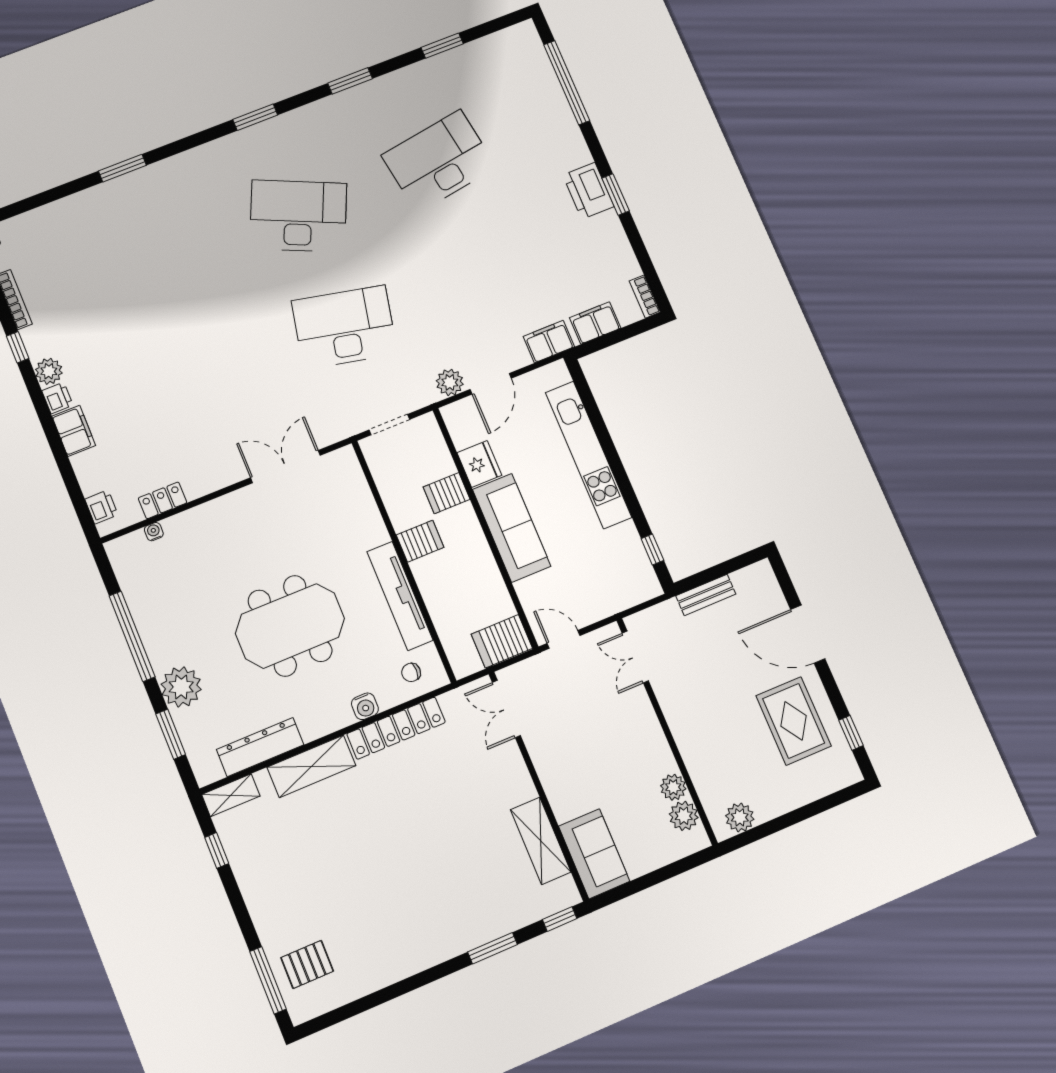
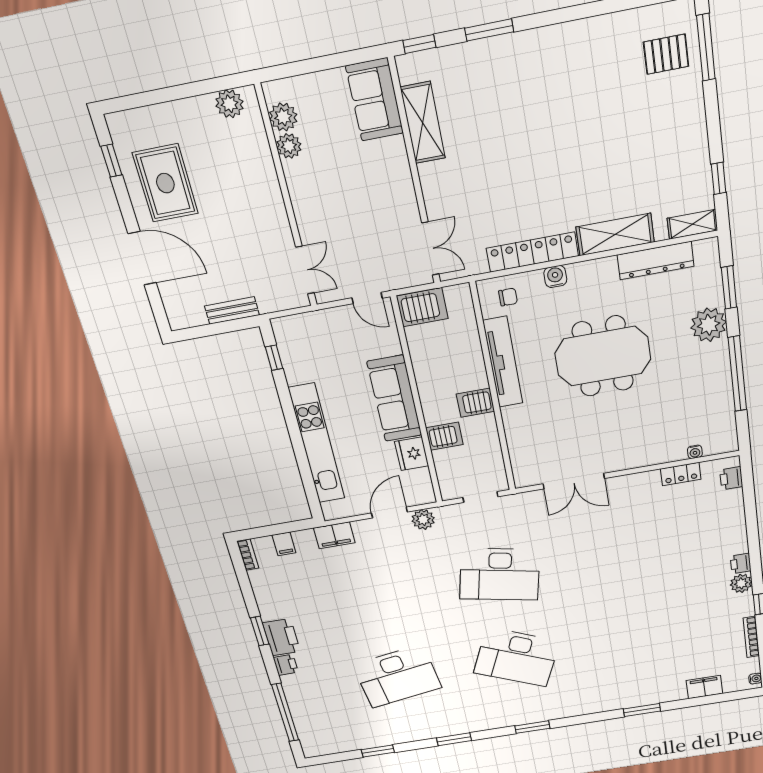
printer: (577, 152) -> (286, 665), added
filing cabinet: (595, 323) -> (284, 544), width x0.50
filing cabinet: (74, 431) -> (704, 687), moved, turned 90

